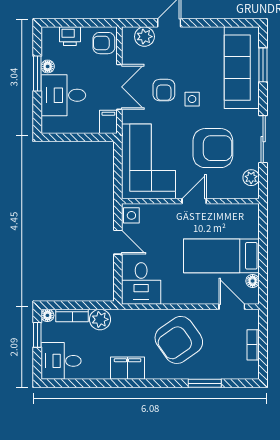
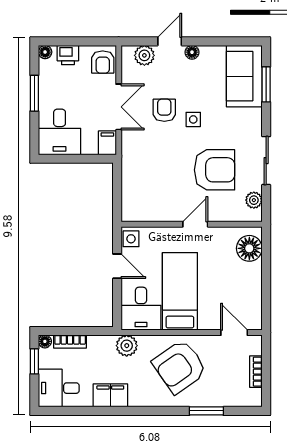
floor lamp: (191, 33) -> (192, 52), added
armchair: (104, 43) -> (103, 62), turned -90
floor lamp: (48, 66) -> (45, 52), moved
sofa: (242, 68) -> (244, 76), width x0.73
armchair: (164, 90) -> (164, 110), turned 180
desk: (63, 95) -> (60, 132), moved, turned -90
corner sofa: (148, 161) -> (149, 183), removed
bed: (221, 256) -> (180, 291), moved, turned 90
floor lamp: (253, 281) -> (249, 248), moved, width x1.89, depth x1.89
plant: (100, 319) -> (127, 346), moved
filing cabinet: (128, 368) -> (110, 395), moved

